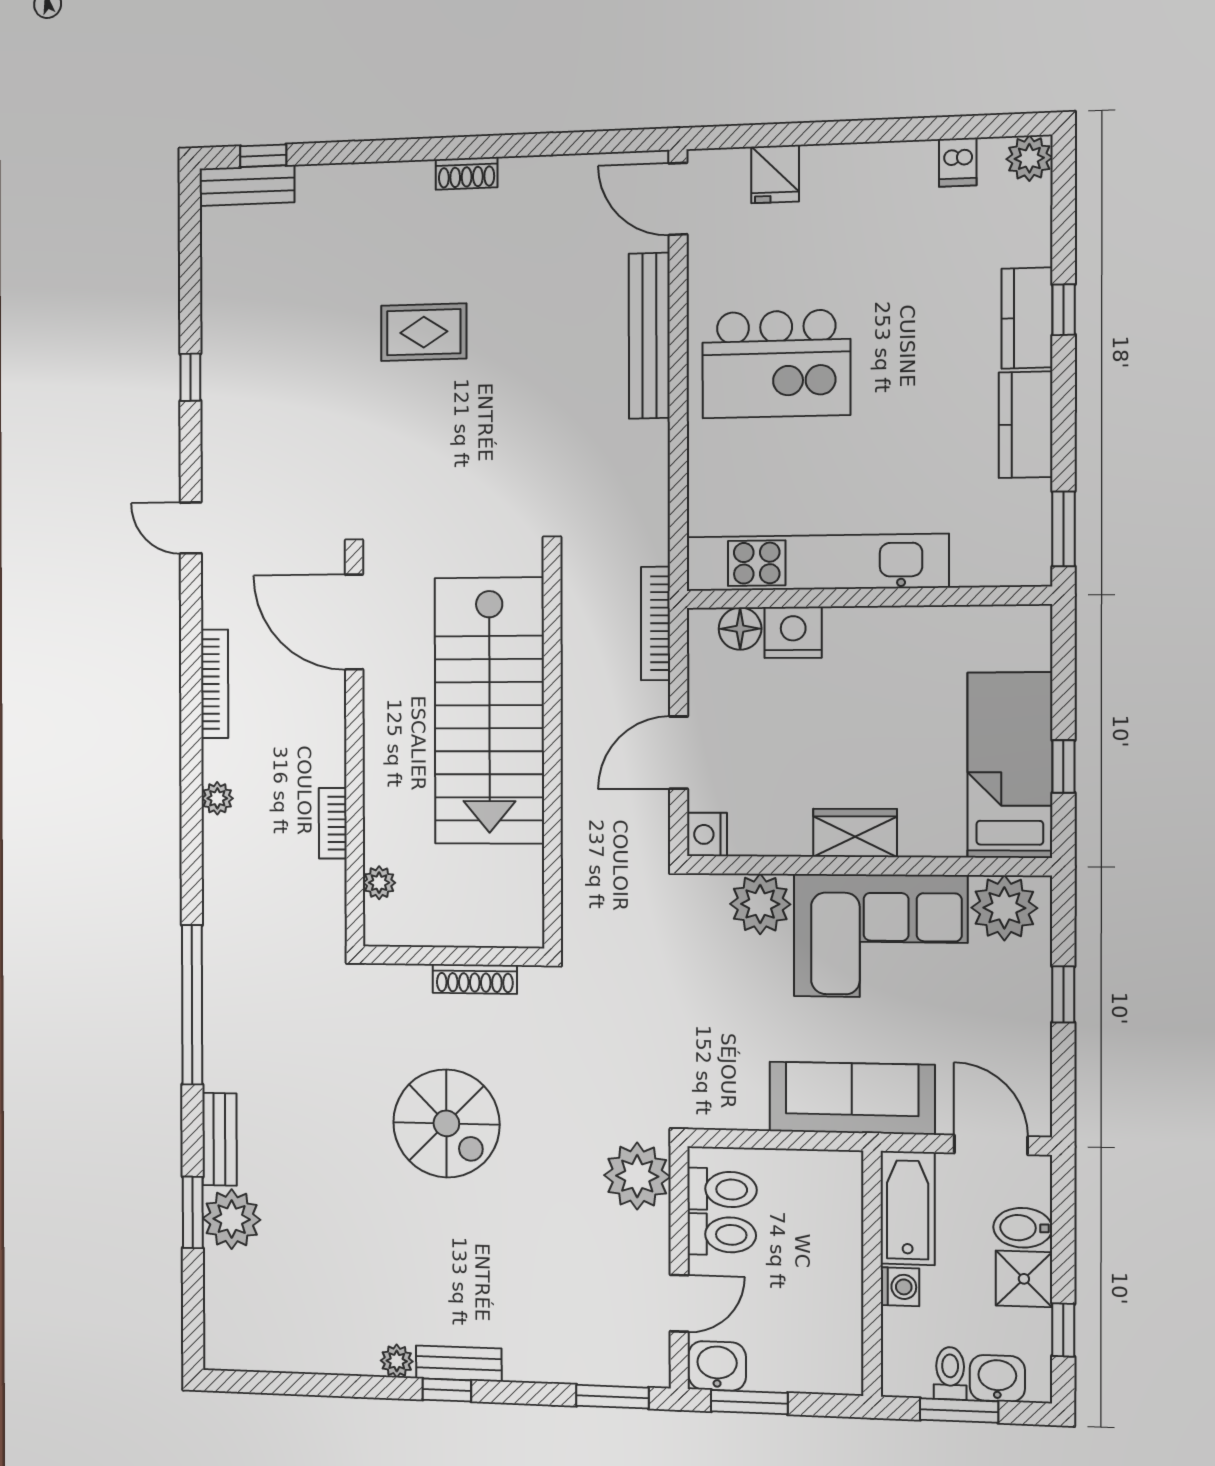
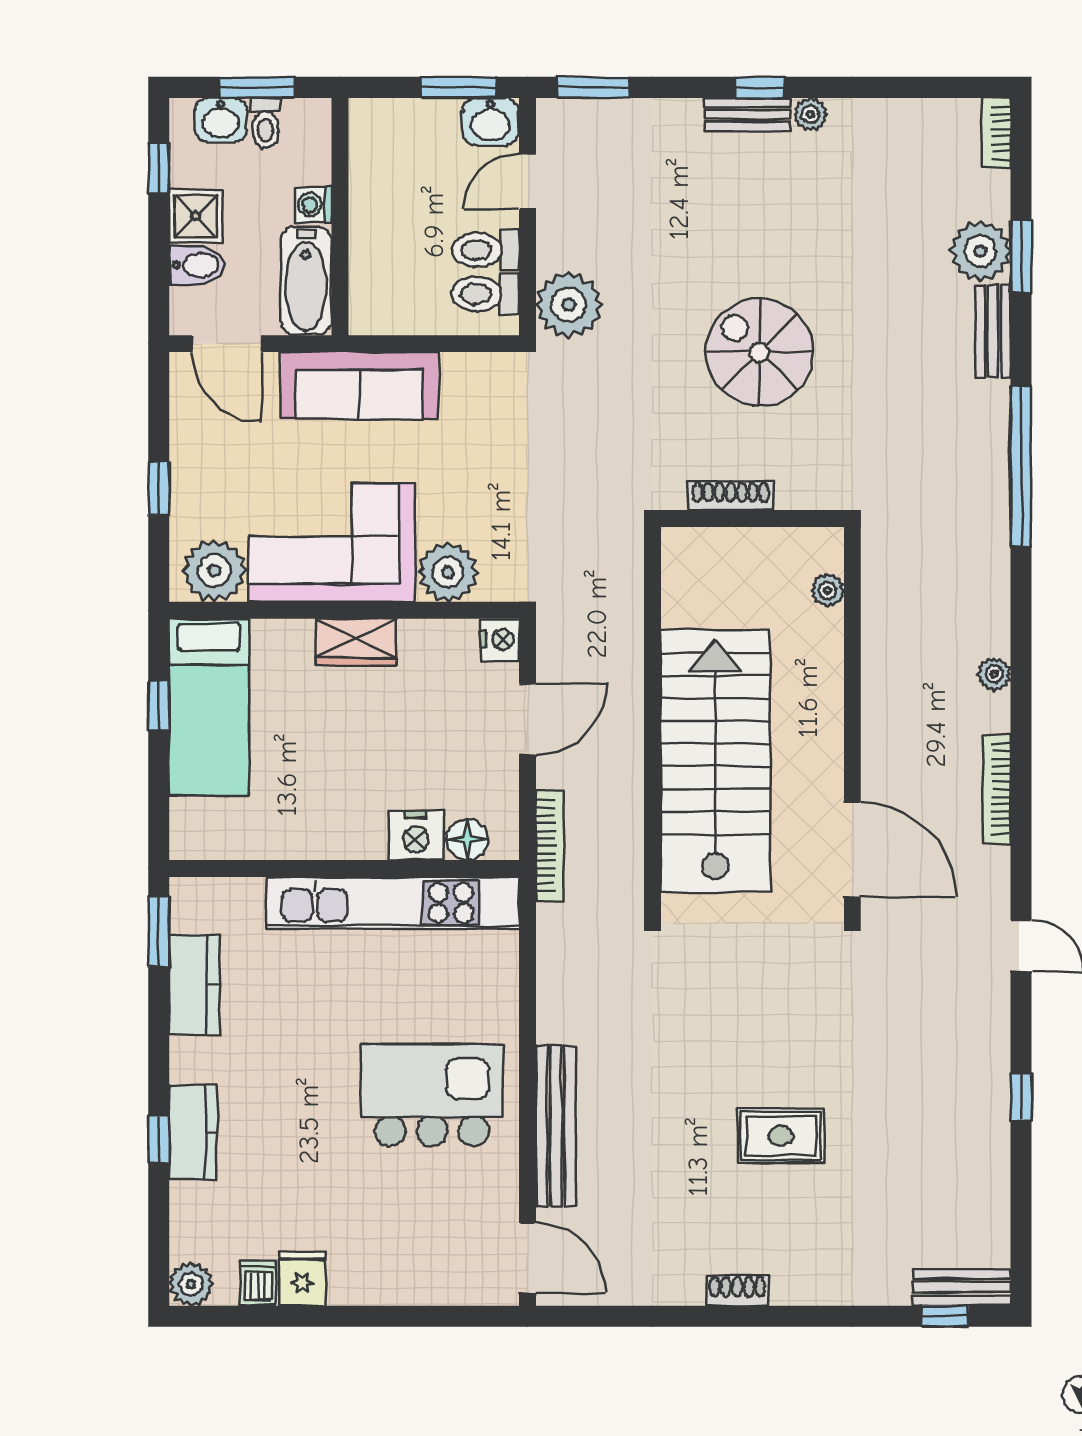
fridge: (775, 174) -> (302, 1278), moved
kitchen counter: (1026, 425) -> (194, 984), moved
bookcase: (333, 823) -> (997, 133), moved, turned 180

